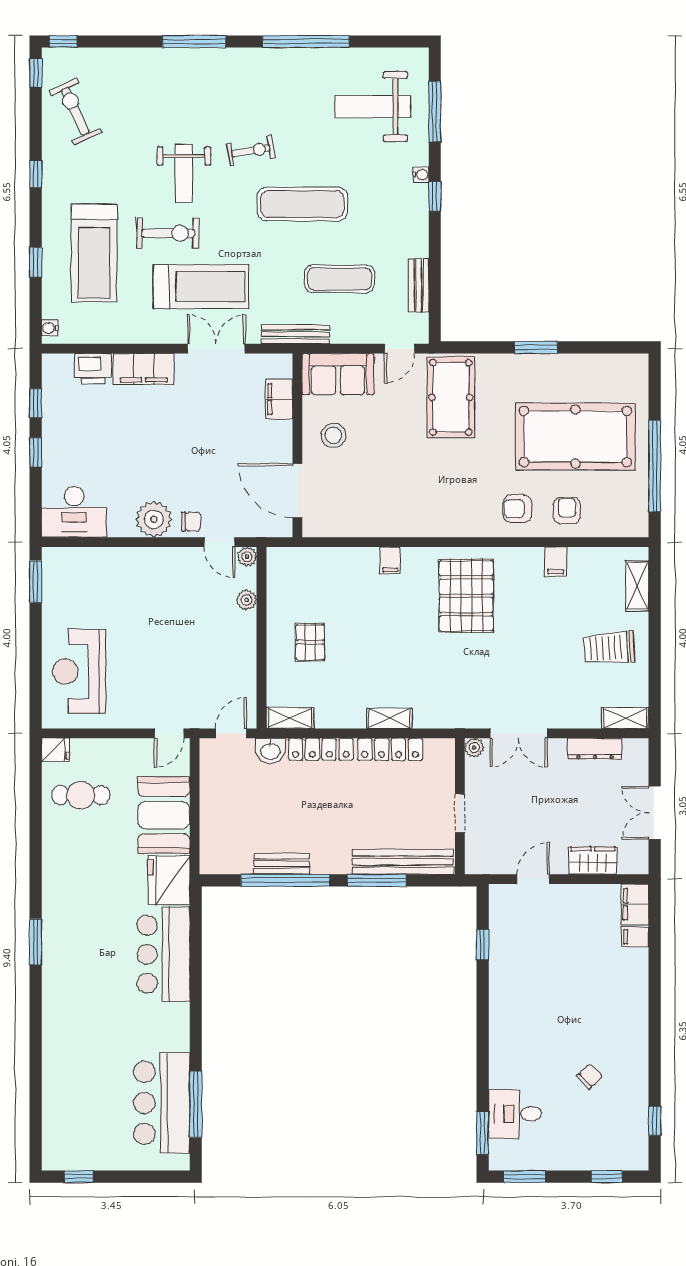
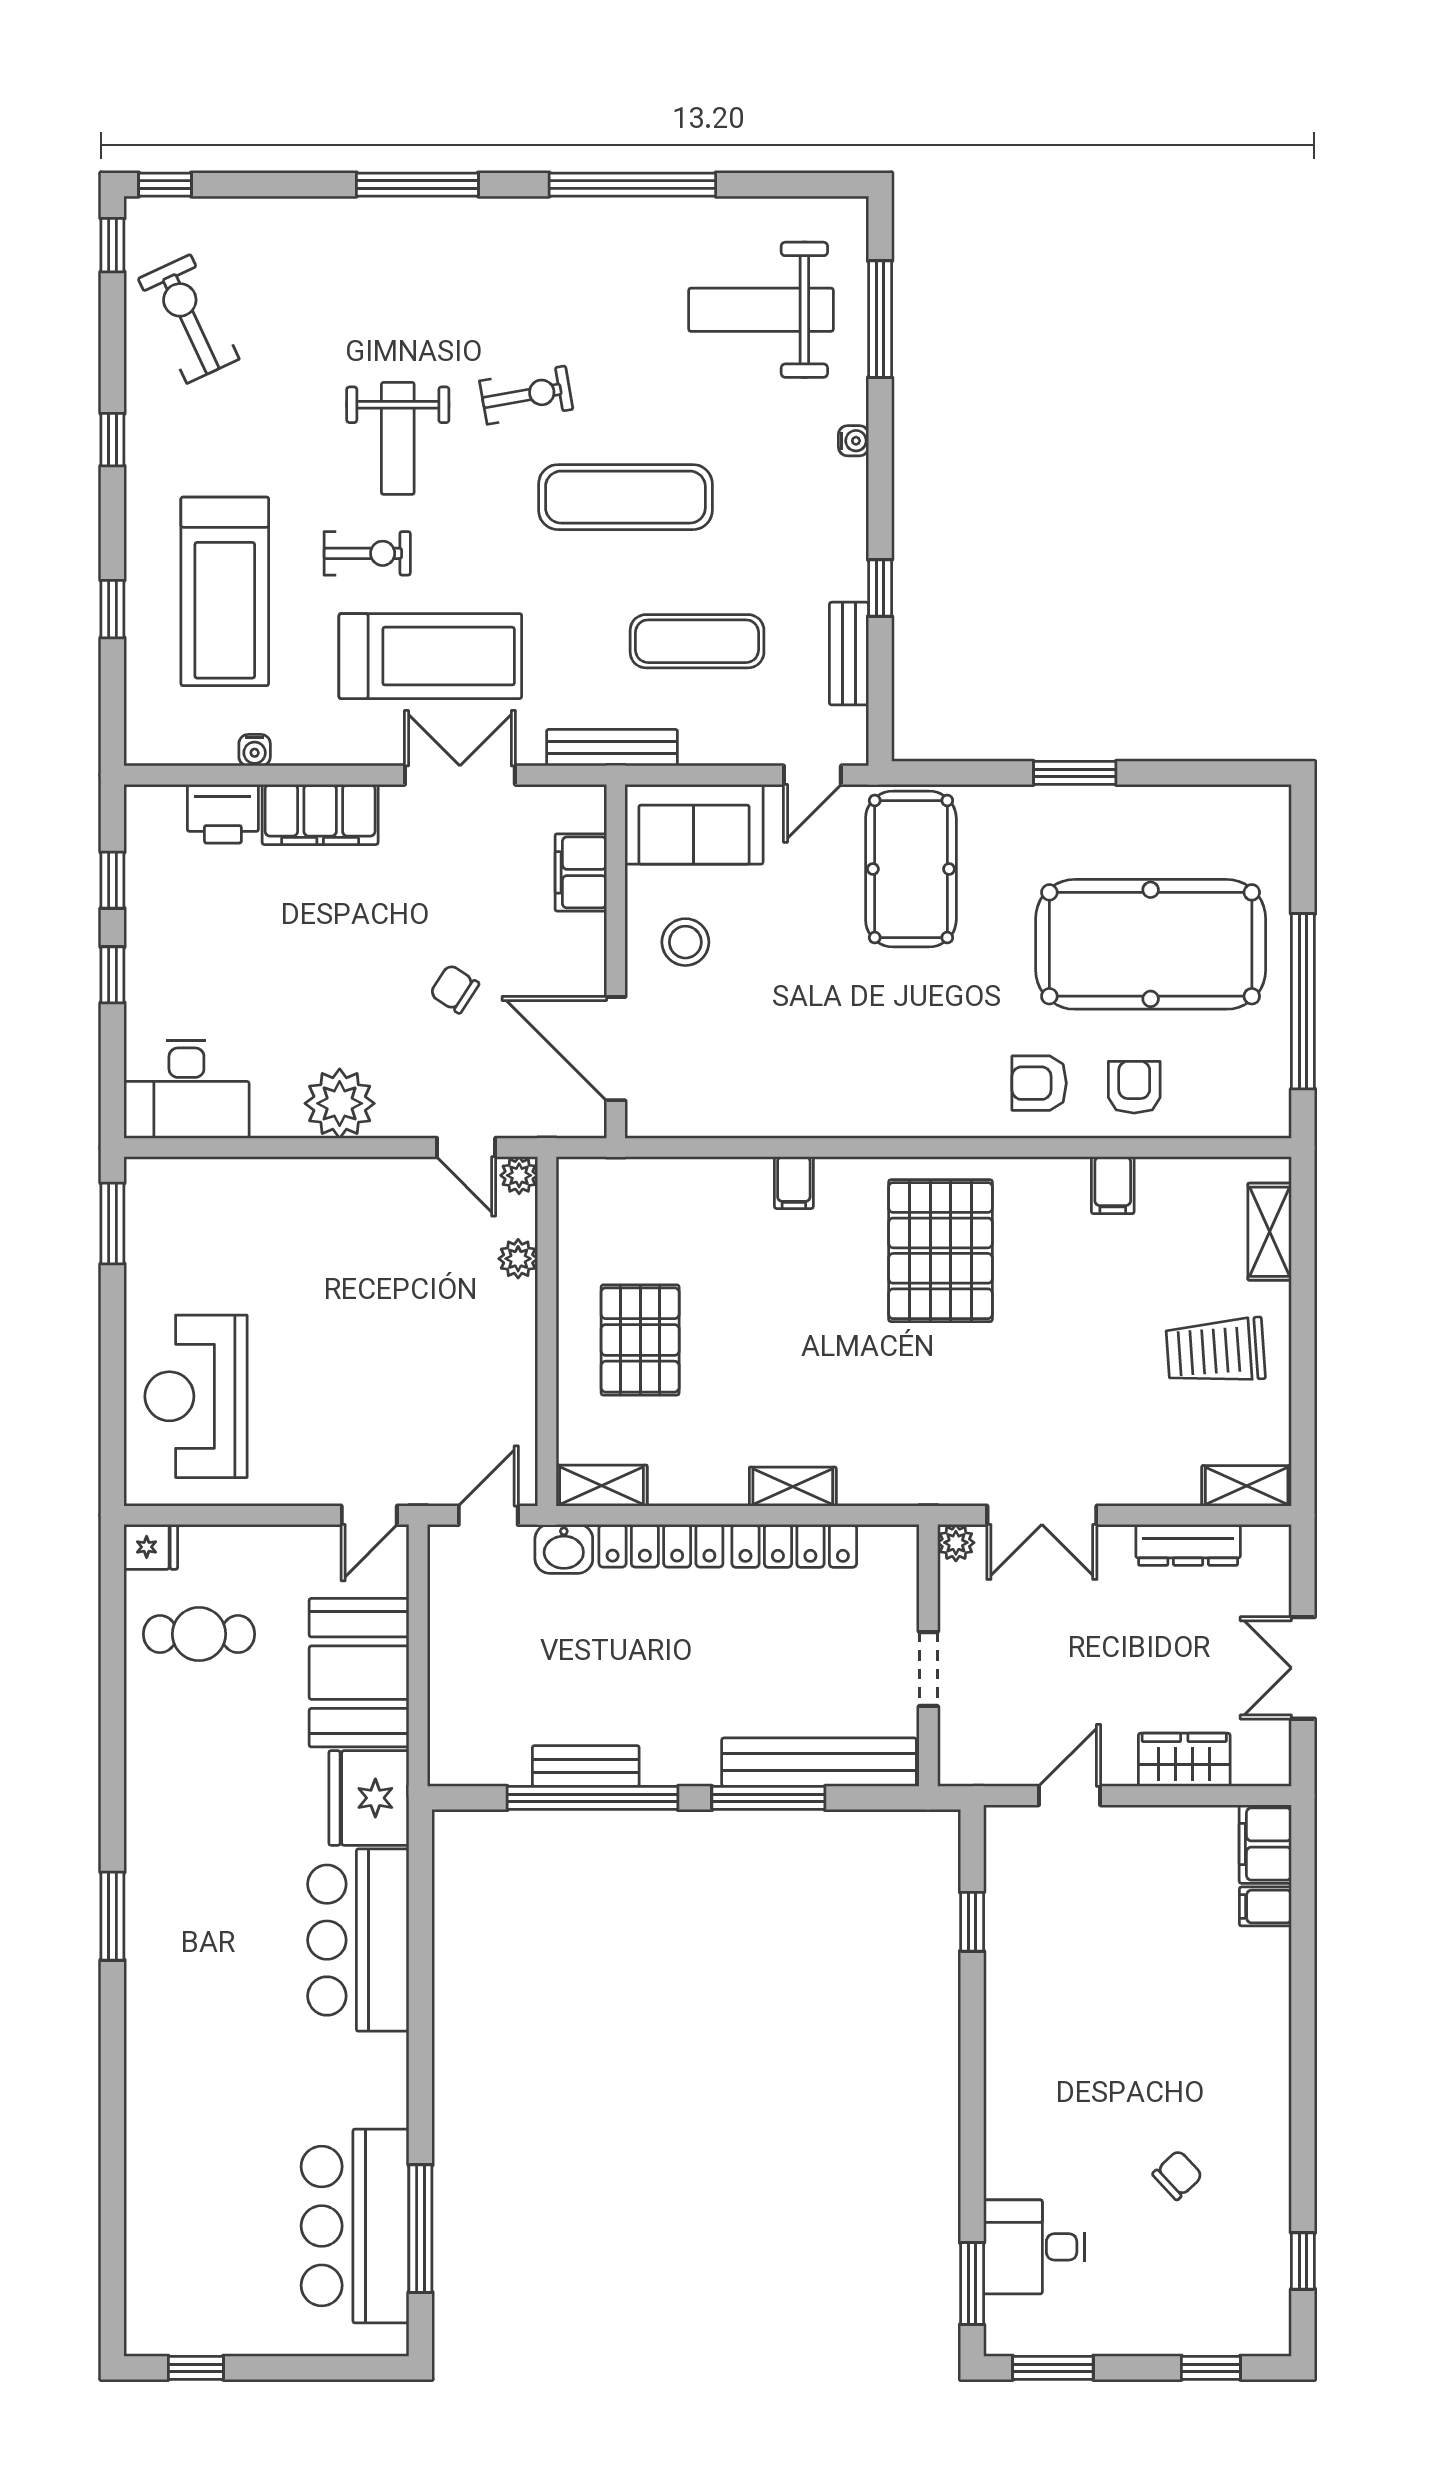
window: (435, 196) -> (880, 588), moved
exercise bike: (168, 233) -> (367, 553), width x0.73, depth x0.72
water cooler: (50, 328) -> (255, 750), moved, turned -90
chair: (191, 522) -> (454, 989), moved, turned -147
pallet: (310, 642) -> (640, 1340), width x1.50, depth x1.42

